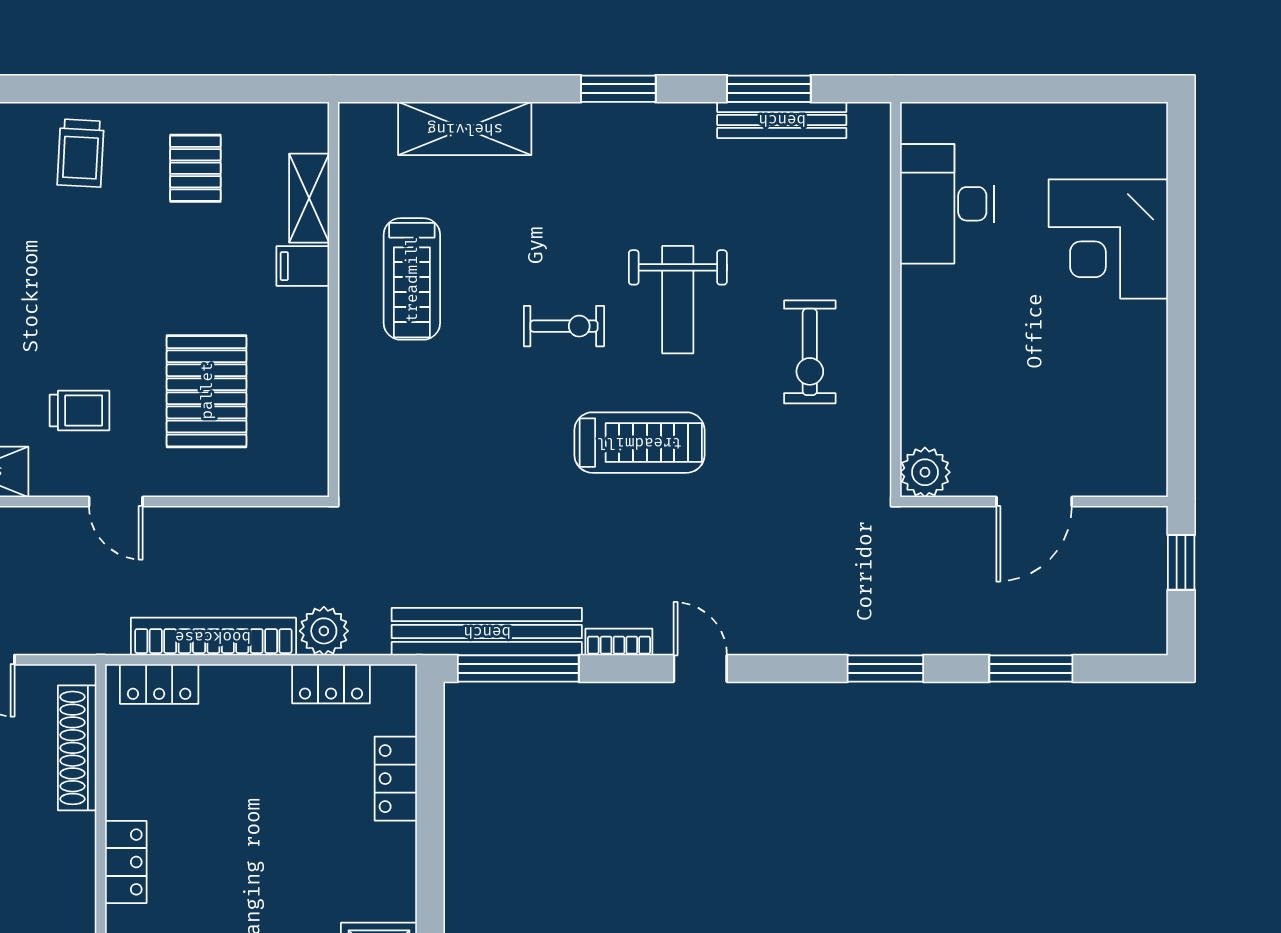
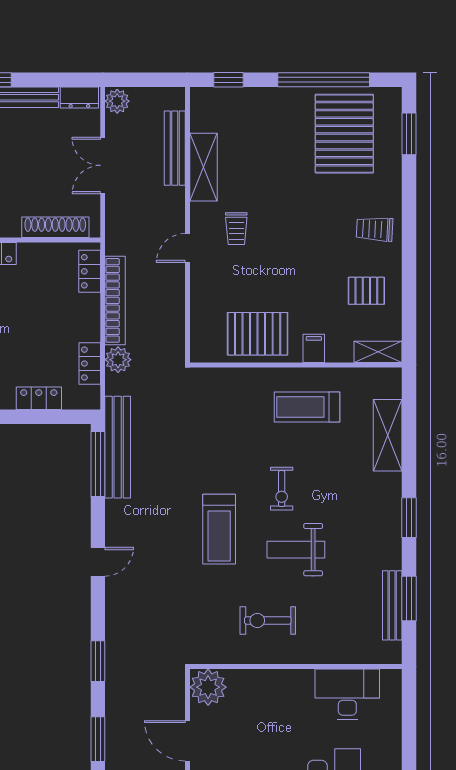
shelving: (309, 198) -> (378, 352), moved
pallet: (207, 391) -> (258, 334), moved
plant: (925, 472) -> (208, 687), width x1.36, depth x1.36
bookcase: (619, 642) -> (112, 518), removed

